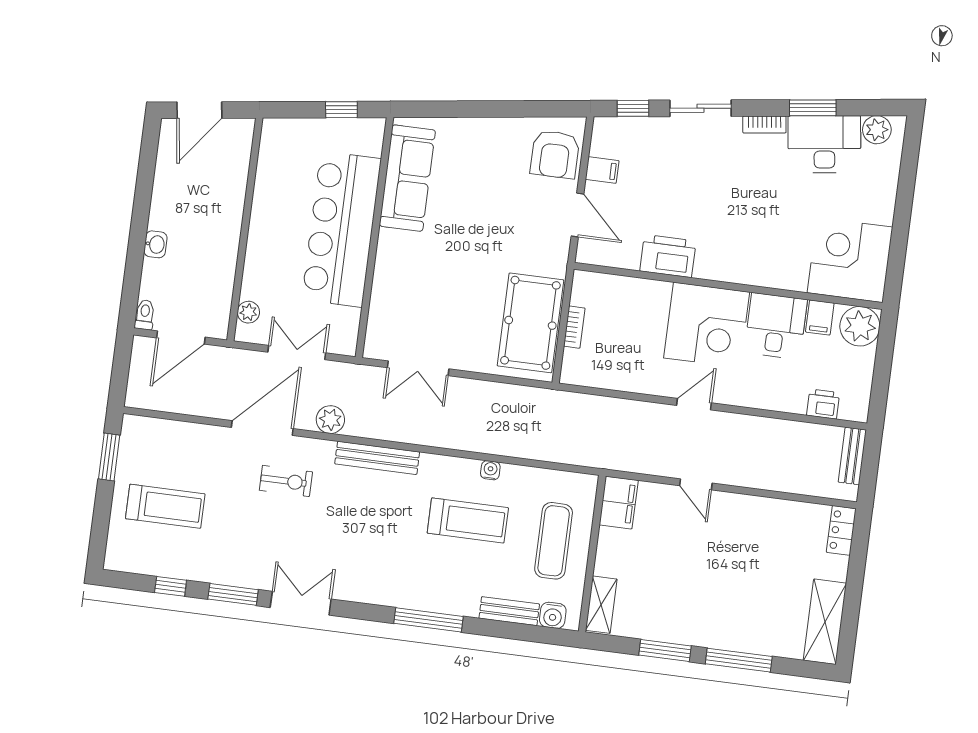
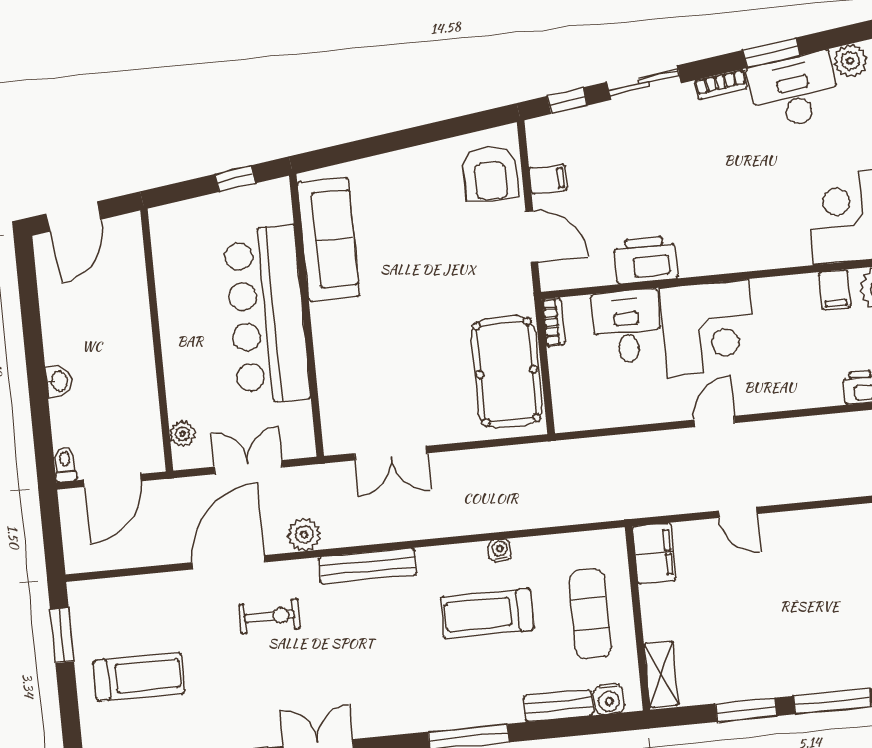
desk: (776, 326) -> (627, 327), moved
bookcase: (574, 327) -> (553, 322), moved
treadmill: (468, 520) -> (487, 613), turned 180

